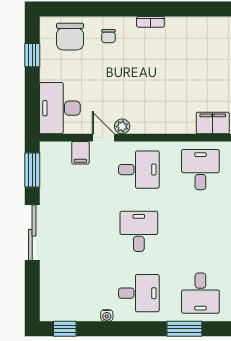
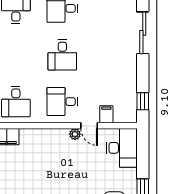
window: (32, 170) -> (143, 101), width x0.67
sliding door: (32, 233) -> (143, 33), moved

